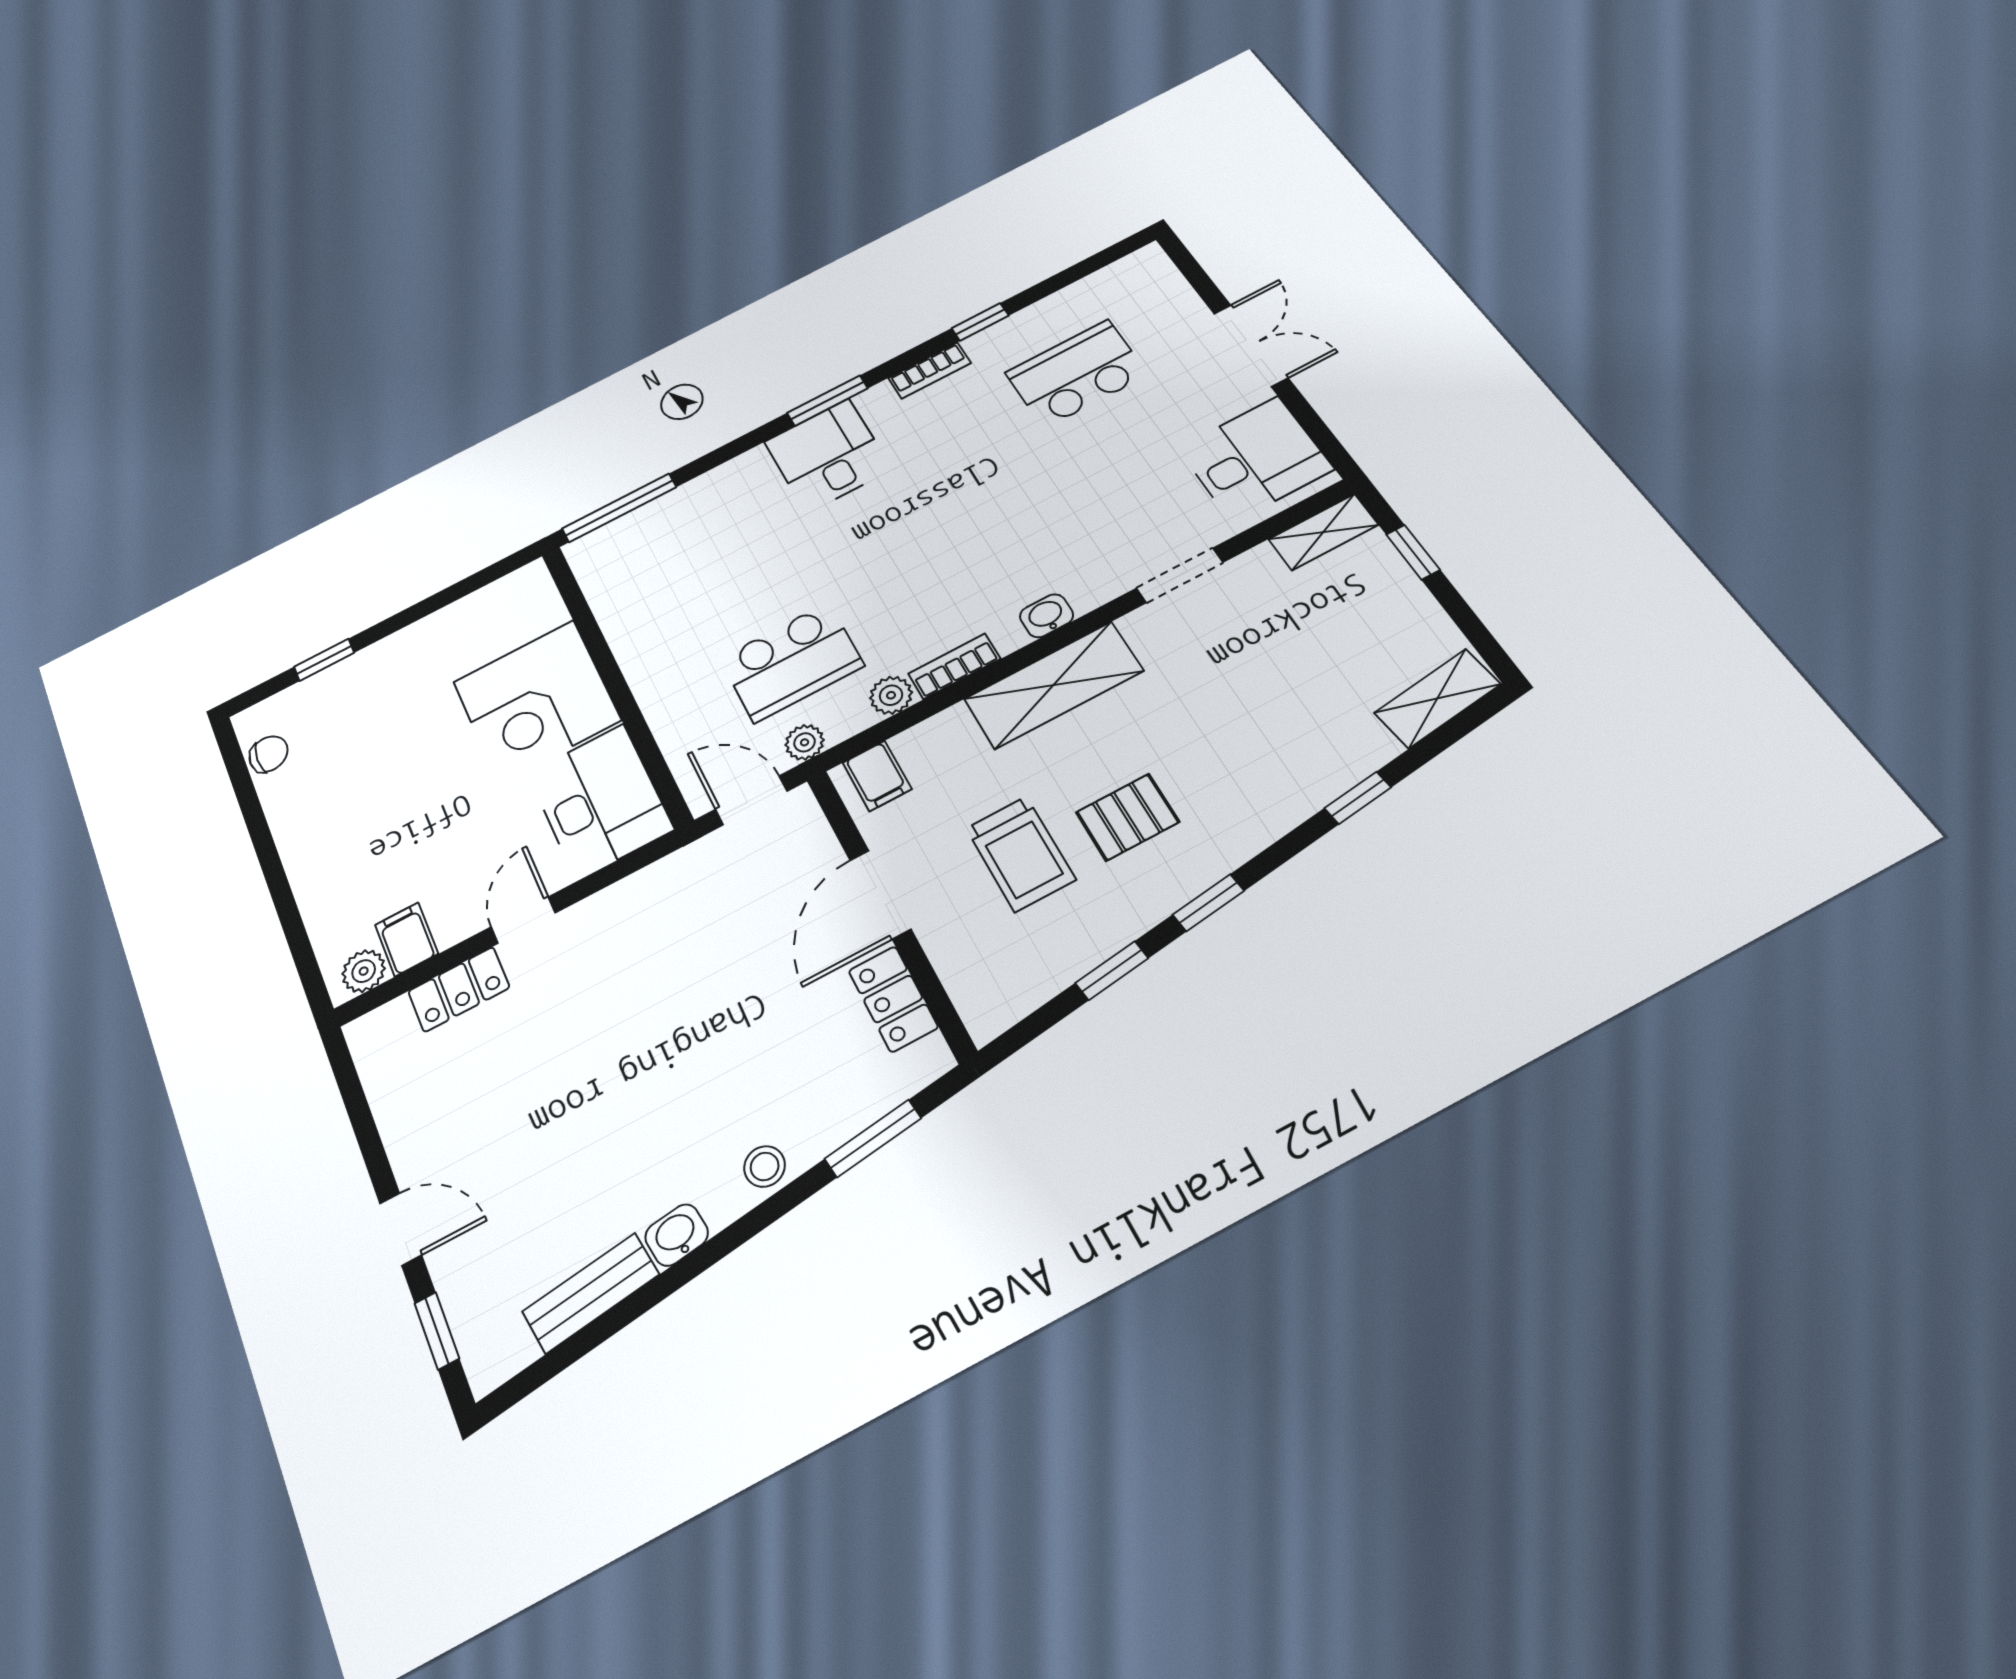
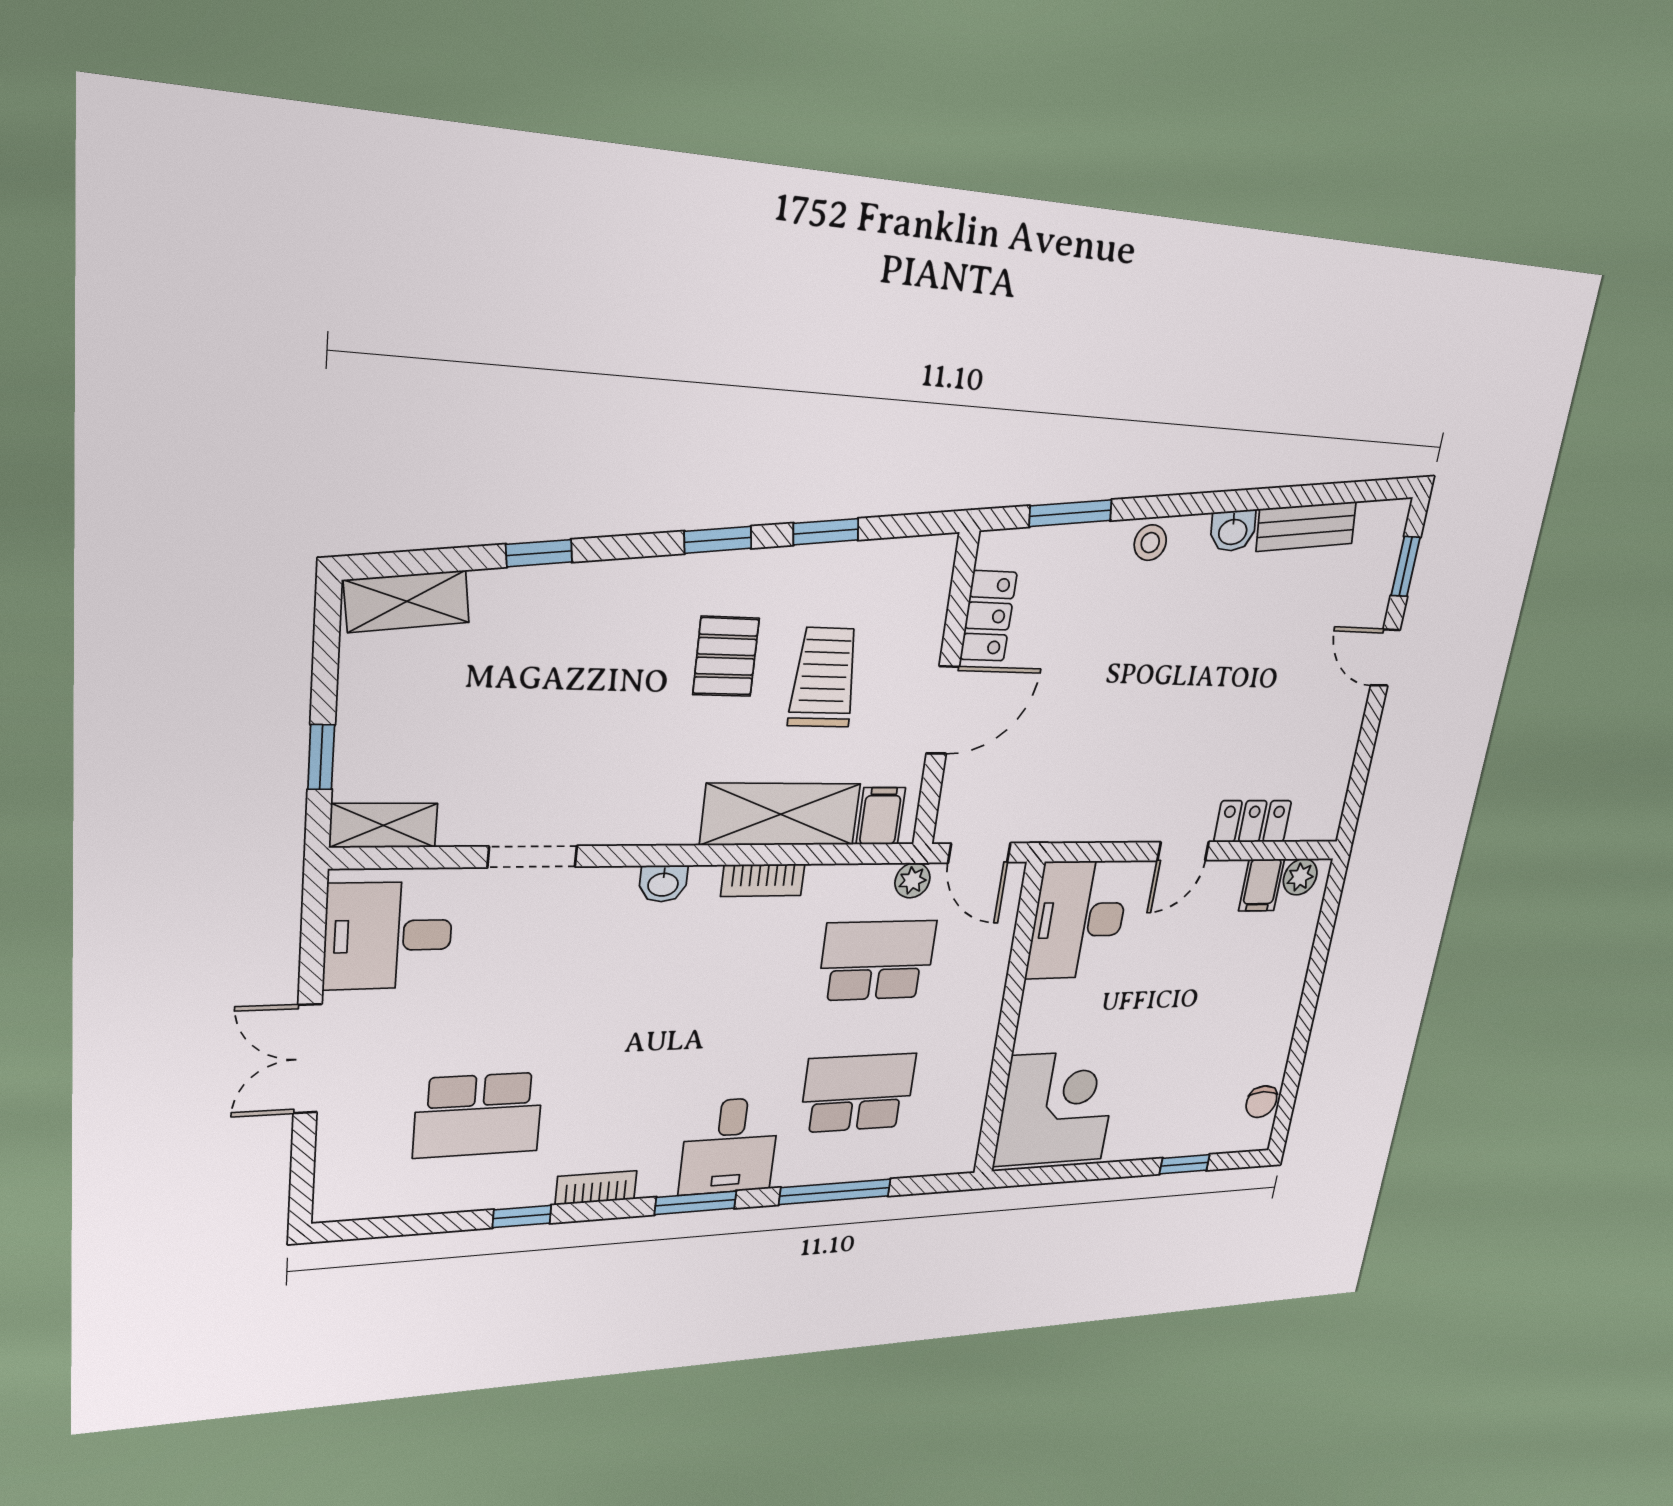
window: (619, 508) -> (835, 1192), moved
school desk: (731, 552) -> (858, 1093), added
shelving: (1054, 685) -> (781, 814), moved
plant: (891, 695) -> (826, 883), removed
corner desk: (537, 701) -> (1057, 1108), moved
chair: (269, 754) -> (1261, 1102), turned -90
pallet: (1128, 817) -> (726, 656), turned 90

